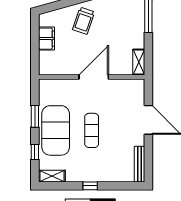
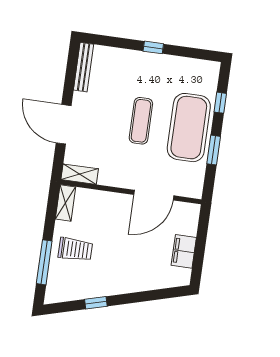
trolley: (84, 21) -> (75, 249), moved, turned 71
door: (94, 77) -> (154, 195), moved
shelving: (52, 176) -> (80, 174), moved

